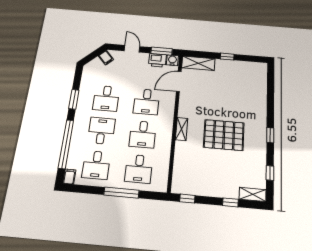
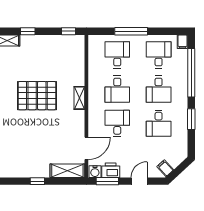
door: (132, 49) -> (139, 181), swing flipped
desk: (106, 98) -> (159, 123), turned 180
desk: (143, 134) -> (117, 89), turned 180

